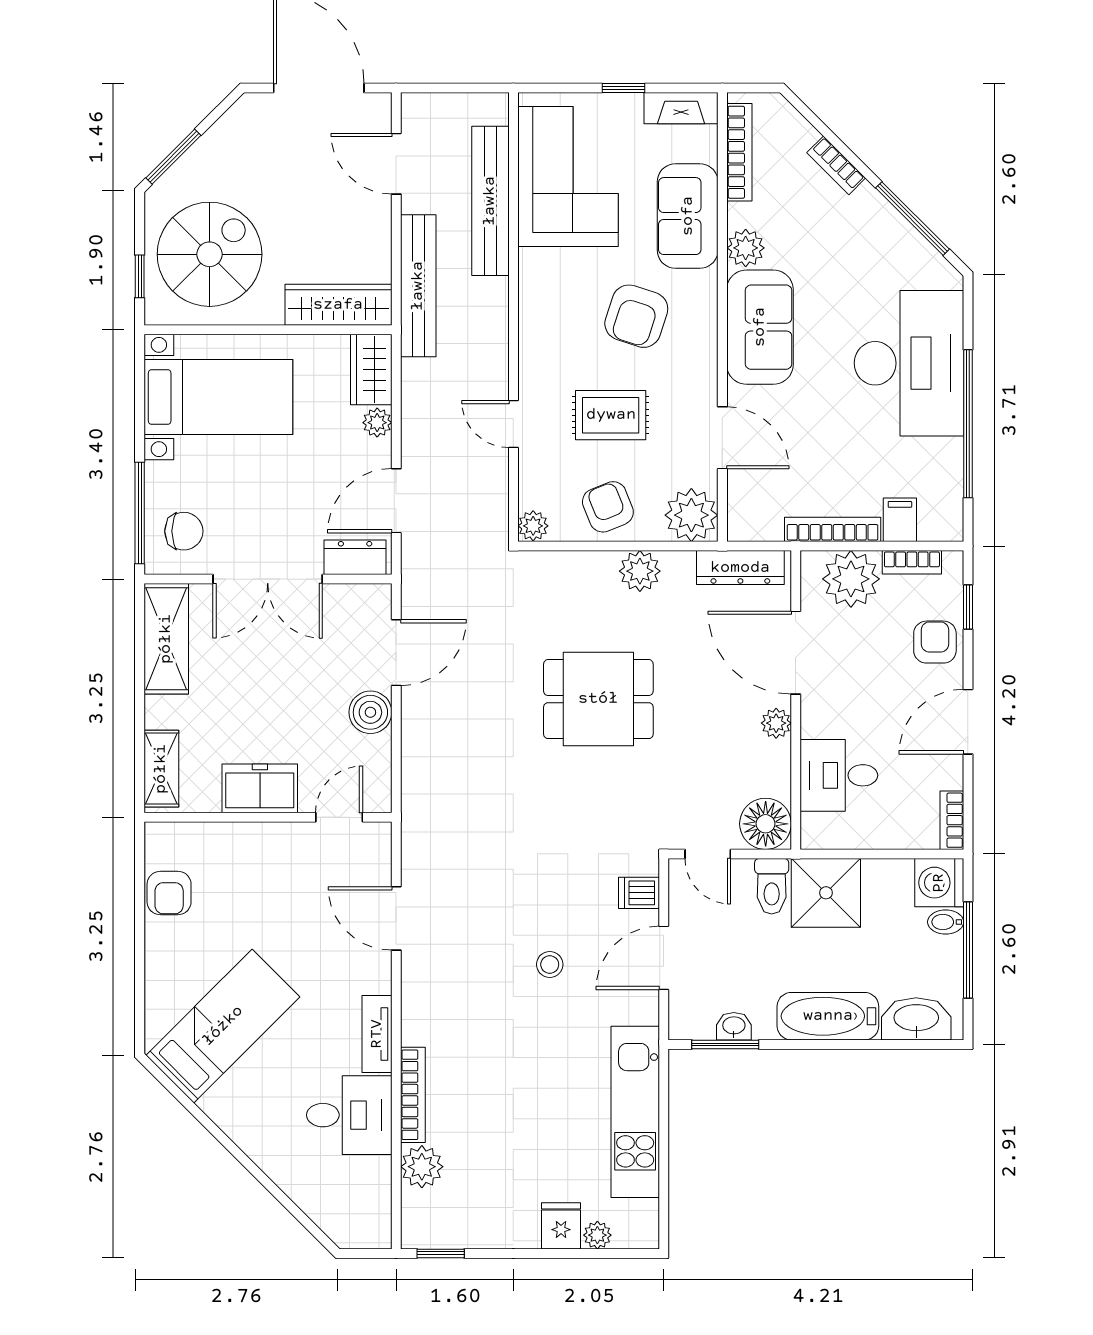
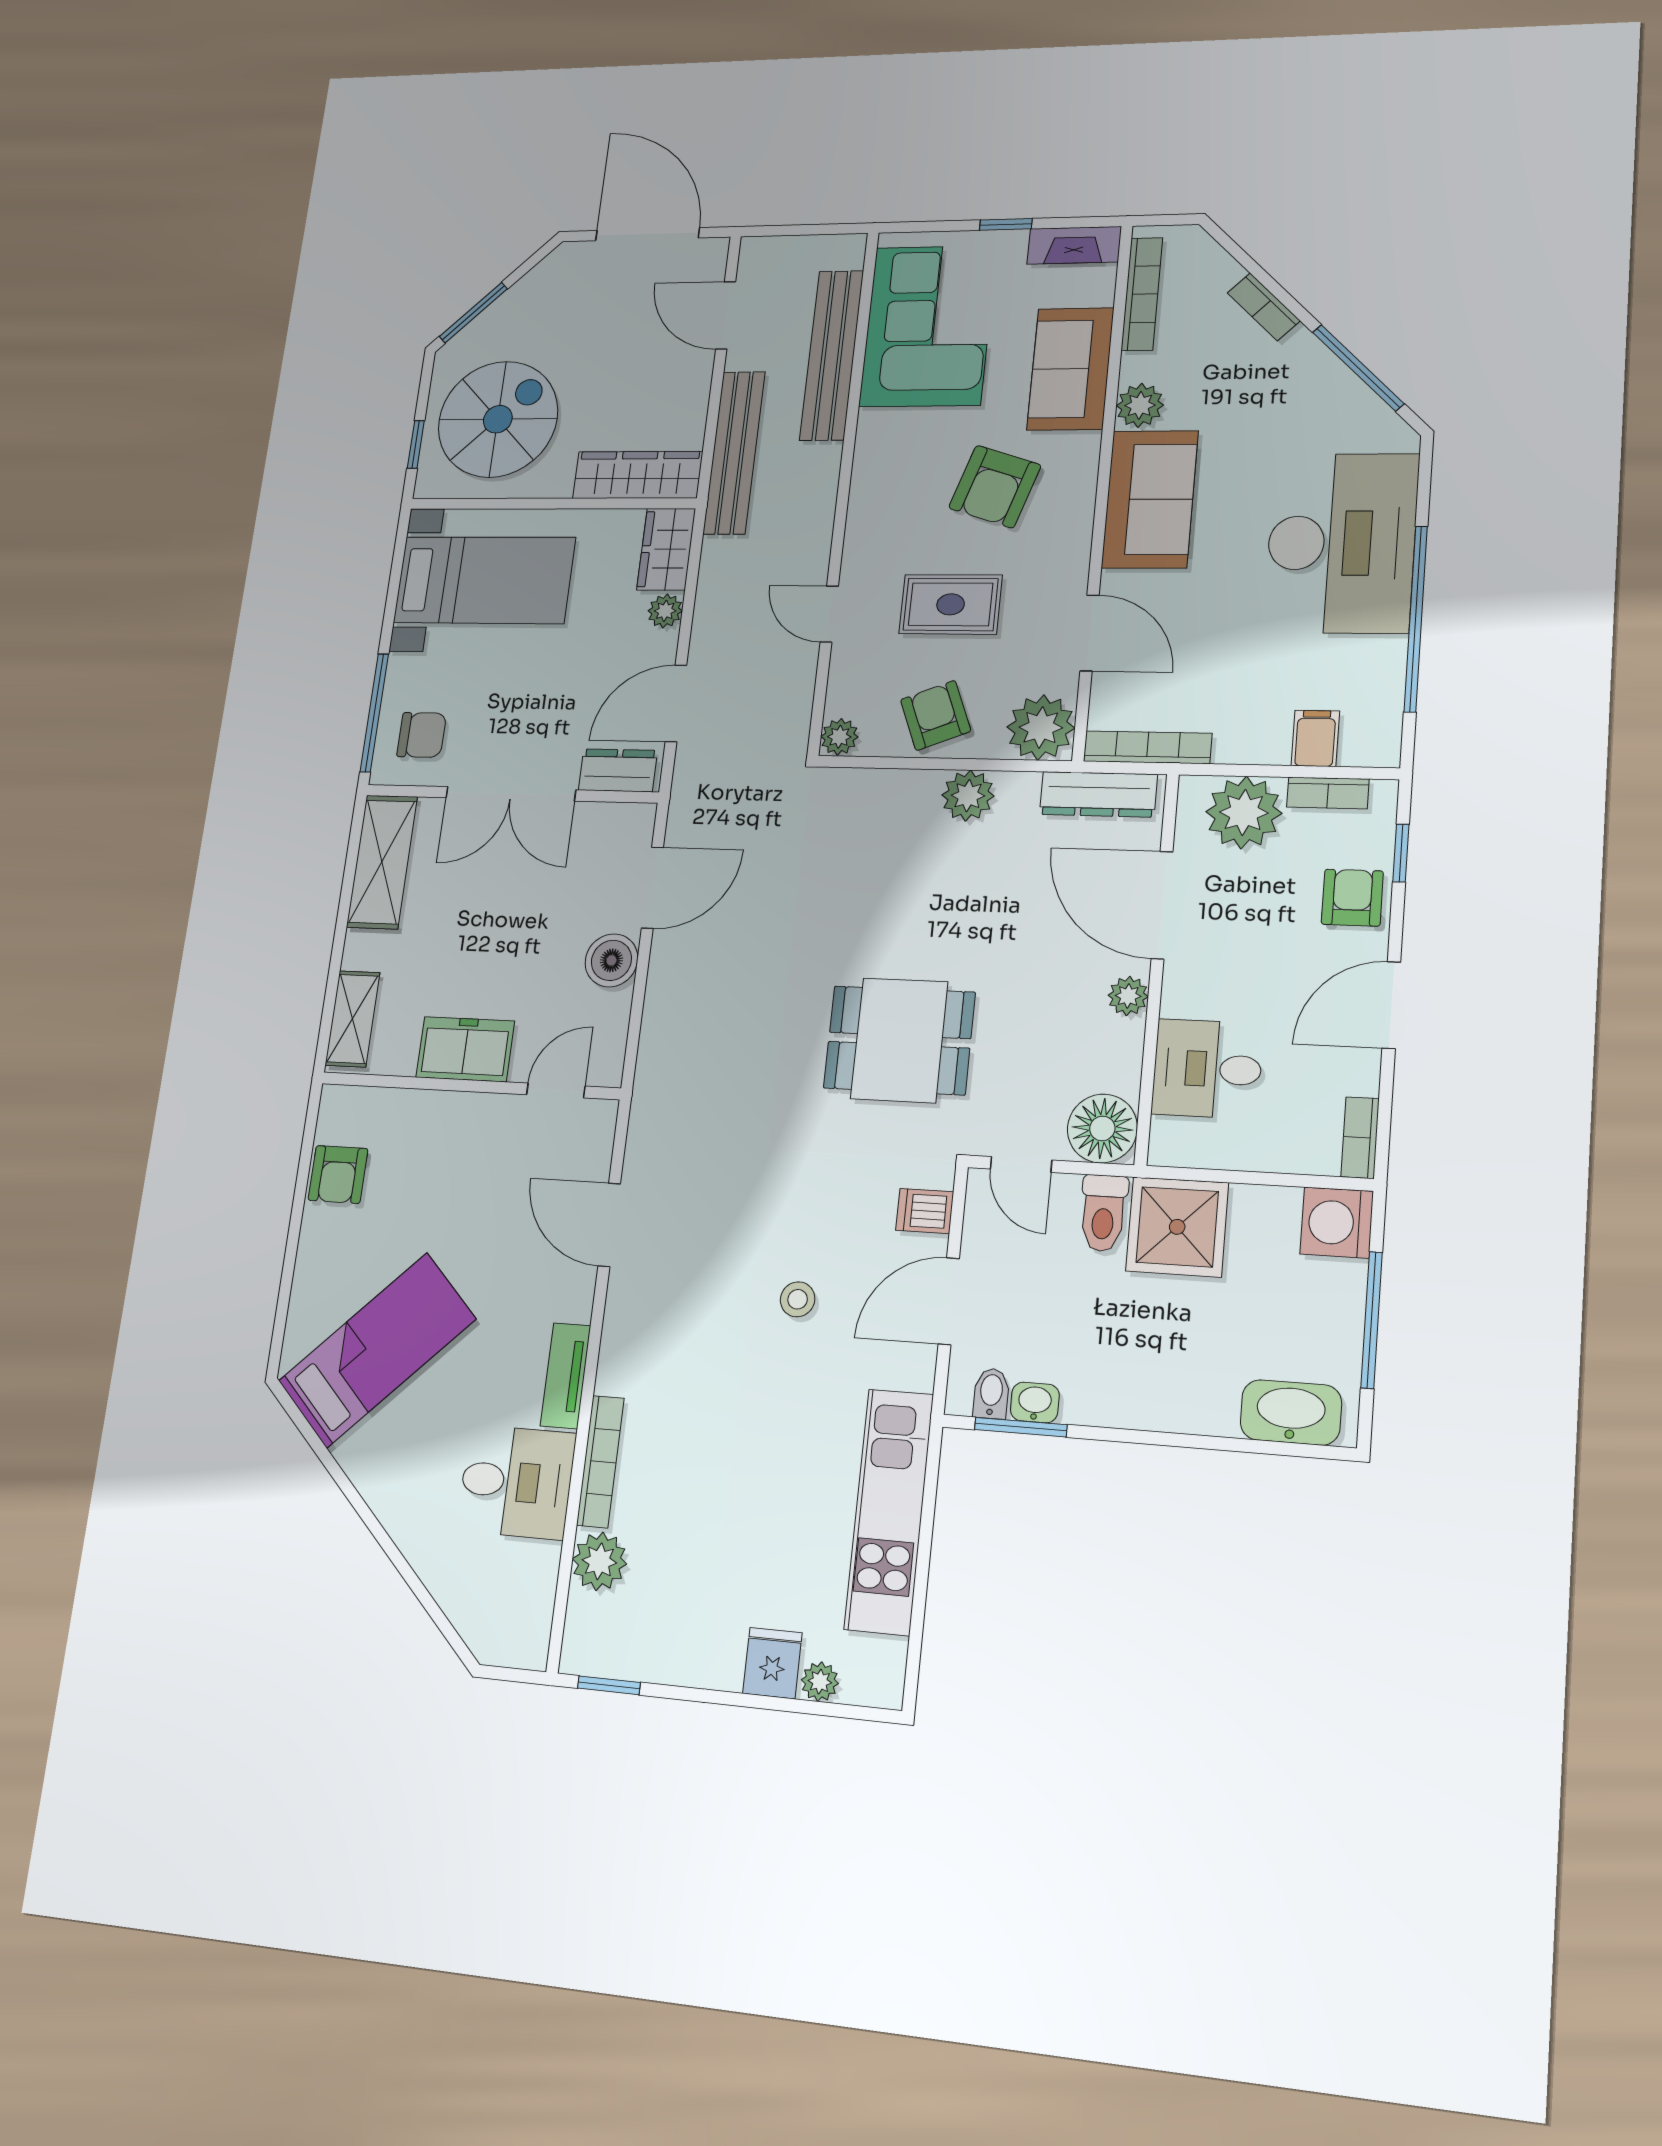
bookcase: (833, 529) -> (1148, 747), moved
dining table: (598, 699) -> (899, 1040), moved
bidet: (946, 922) -> (991, 1393), moved, turned 90
bathtub: (828, 1016) -> (1166, 1399), removed

